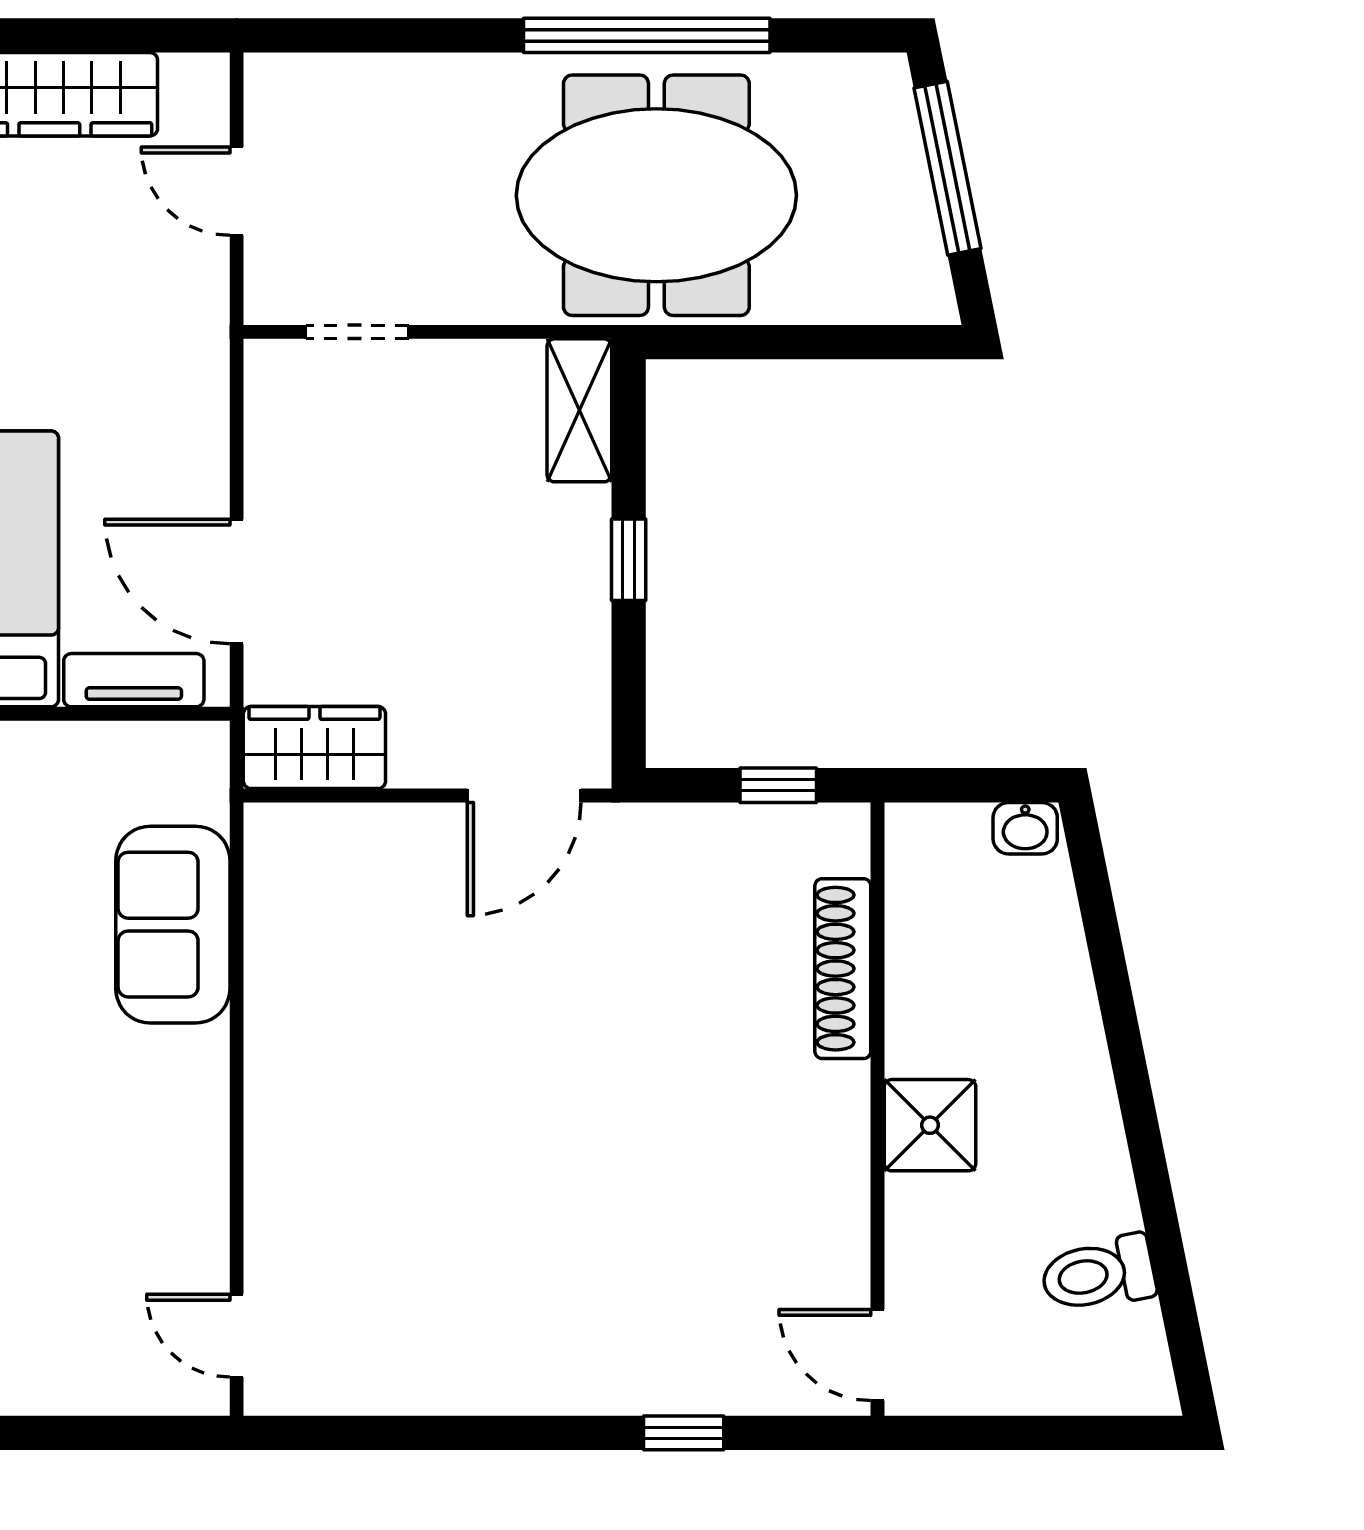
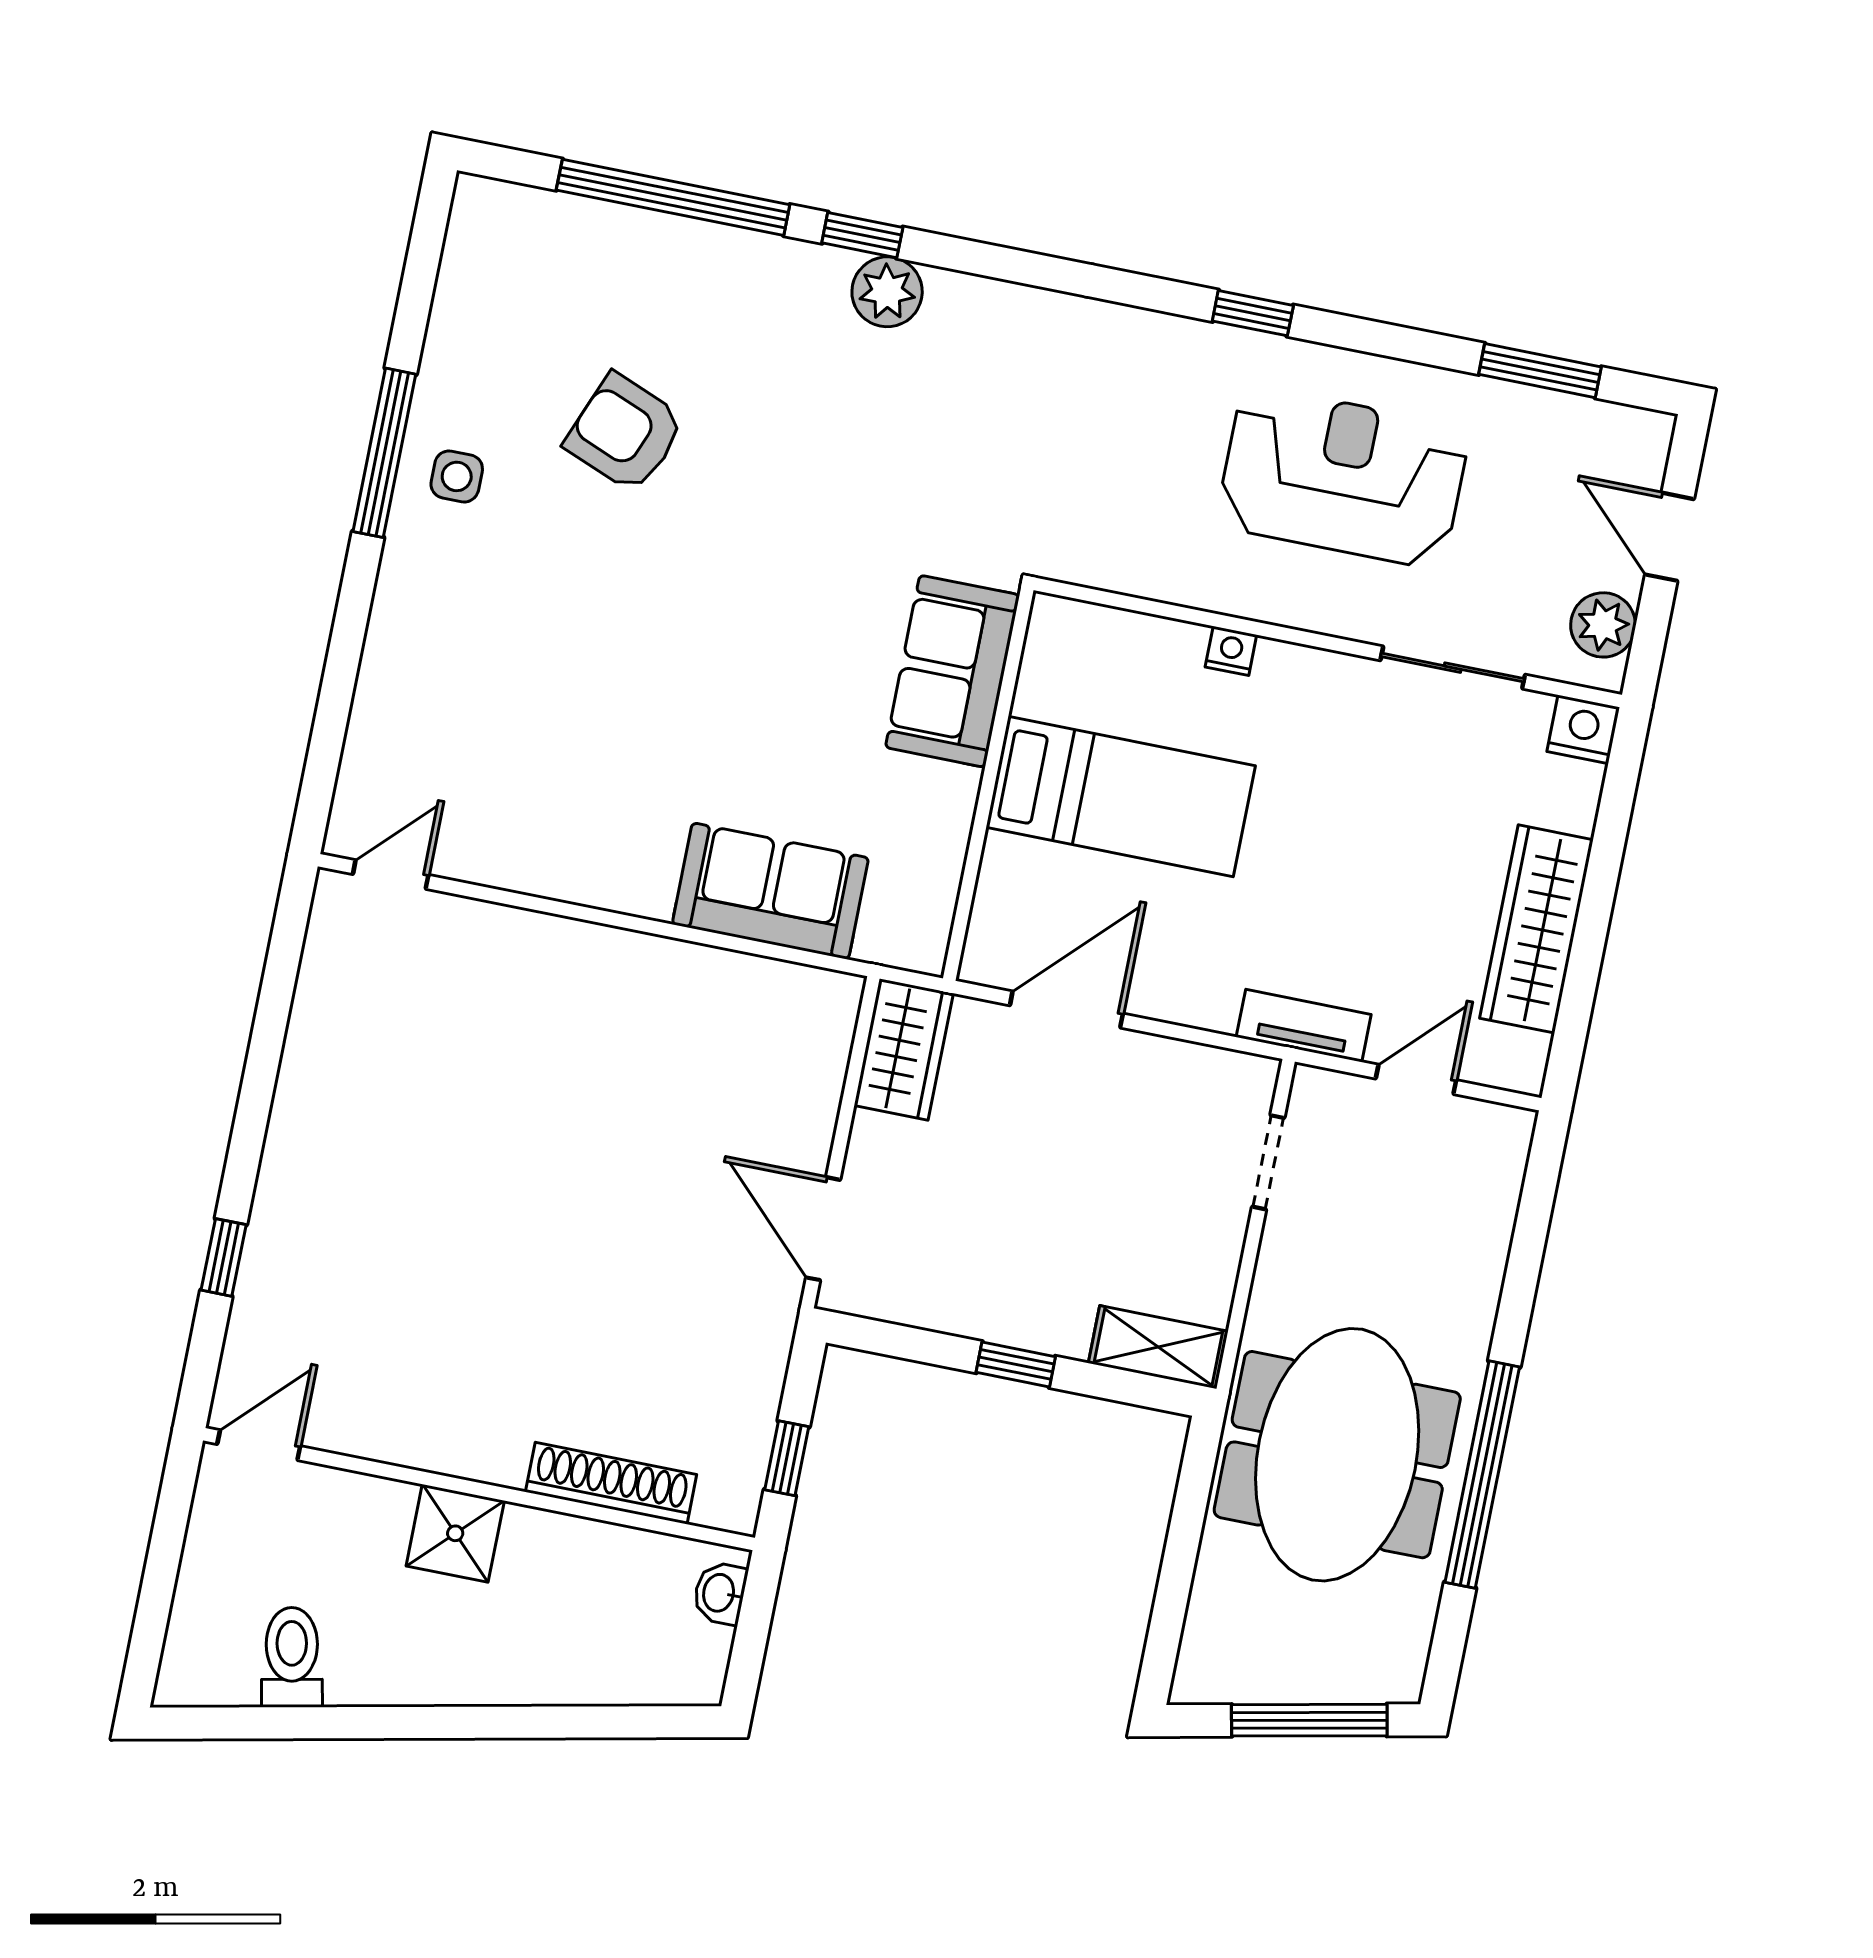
tv unit: (134, 680) -> (1304, 1026), moved, turned -90
washbasin: (1025, 828) -> (720, 1593), moved

